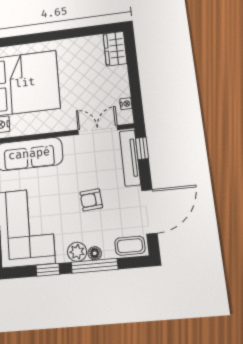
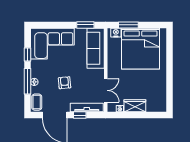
wardrobe: (115, 49) -> (135, 106), moved
window: (142, 148) -> (80, 115), moved
plant: (77, 252) -> (36, 72), removed

